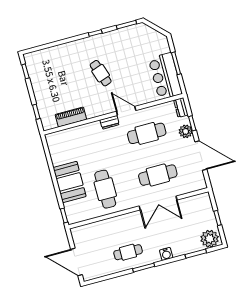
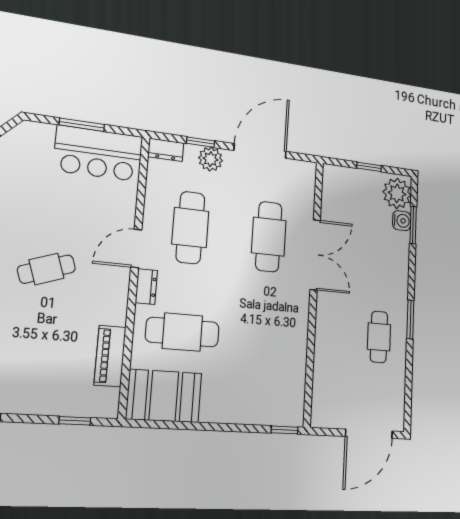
booth: (70, 182) -> (164, 396), moved
cafe table: (105, 189) -> (182, 332), moved
water cooler: (166, 254) -> (402, 221), moved

